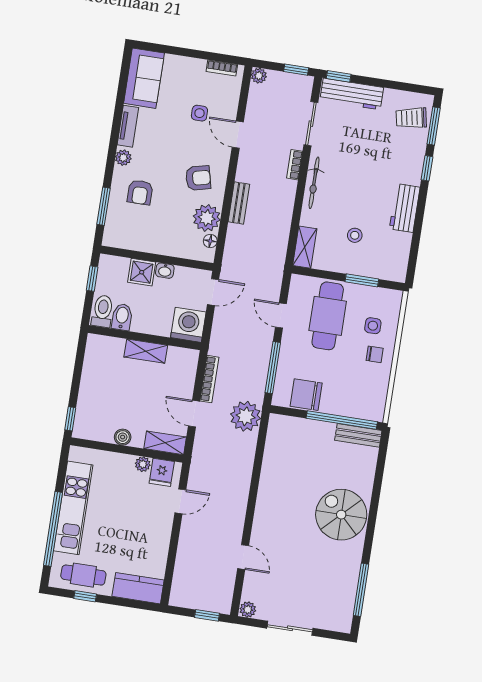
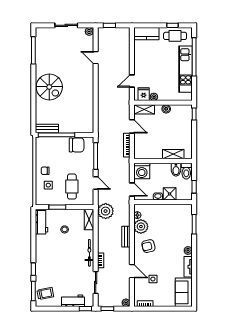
workbench: (352, 94) -> (73, 301), width x0.73
armchair: (140, 192) -> (177, 234), removed
workbench: (405, 208) -> (41, 222), moved
door: (213, 292) -> (132, 190), swing flipped
cafe table: (328, 316) -> (72, 187), width x0.73, depth x0.74
shelving: (146, 351) -> (173, 154), moved
plant: (246, 416) -> (106, 211), moved

